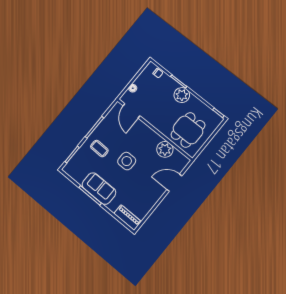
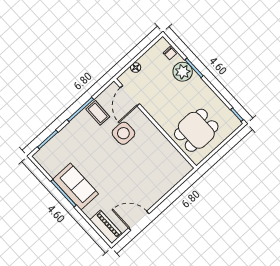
plant: (182, 95) -> (183, 72), moved
coffee table: (99, 149) -> (98, 113), moved
plant: (165, 149) -> (164, 150), removed
side table: (127, 161) -> (123, 133), moved
door: (174, 183) -> (139, 221), moved

